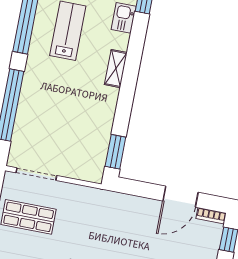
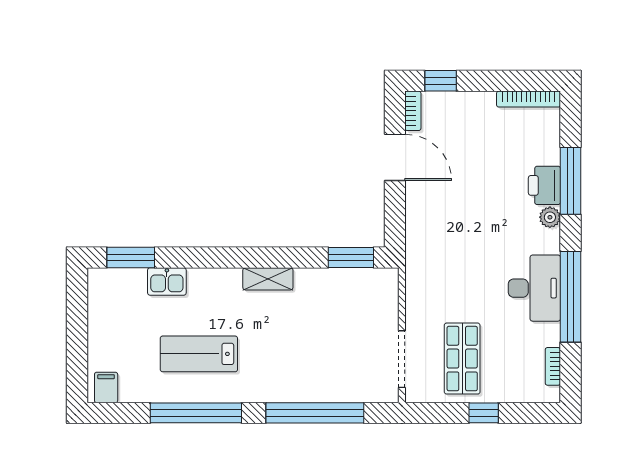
shelving: (116, 69) -> (268, 279), moved

